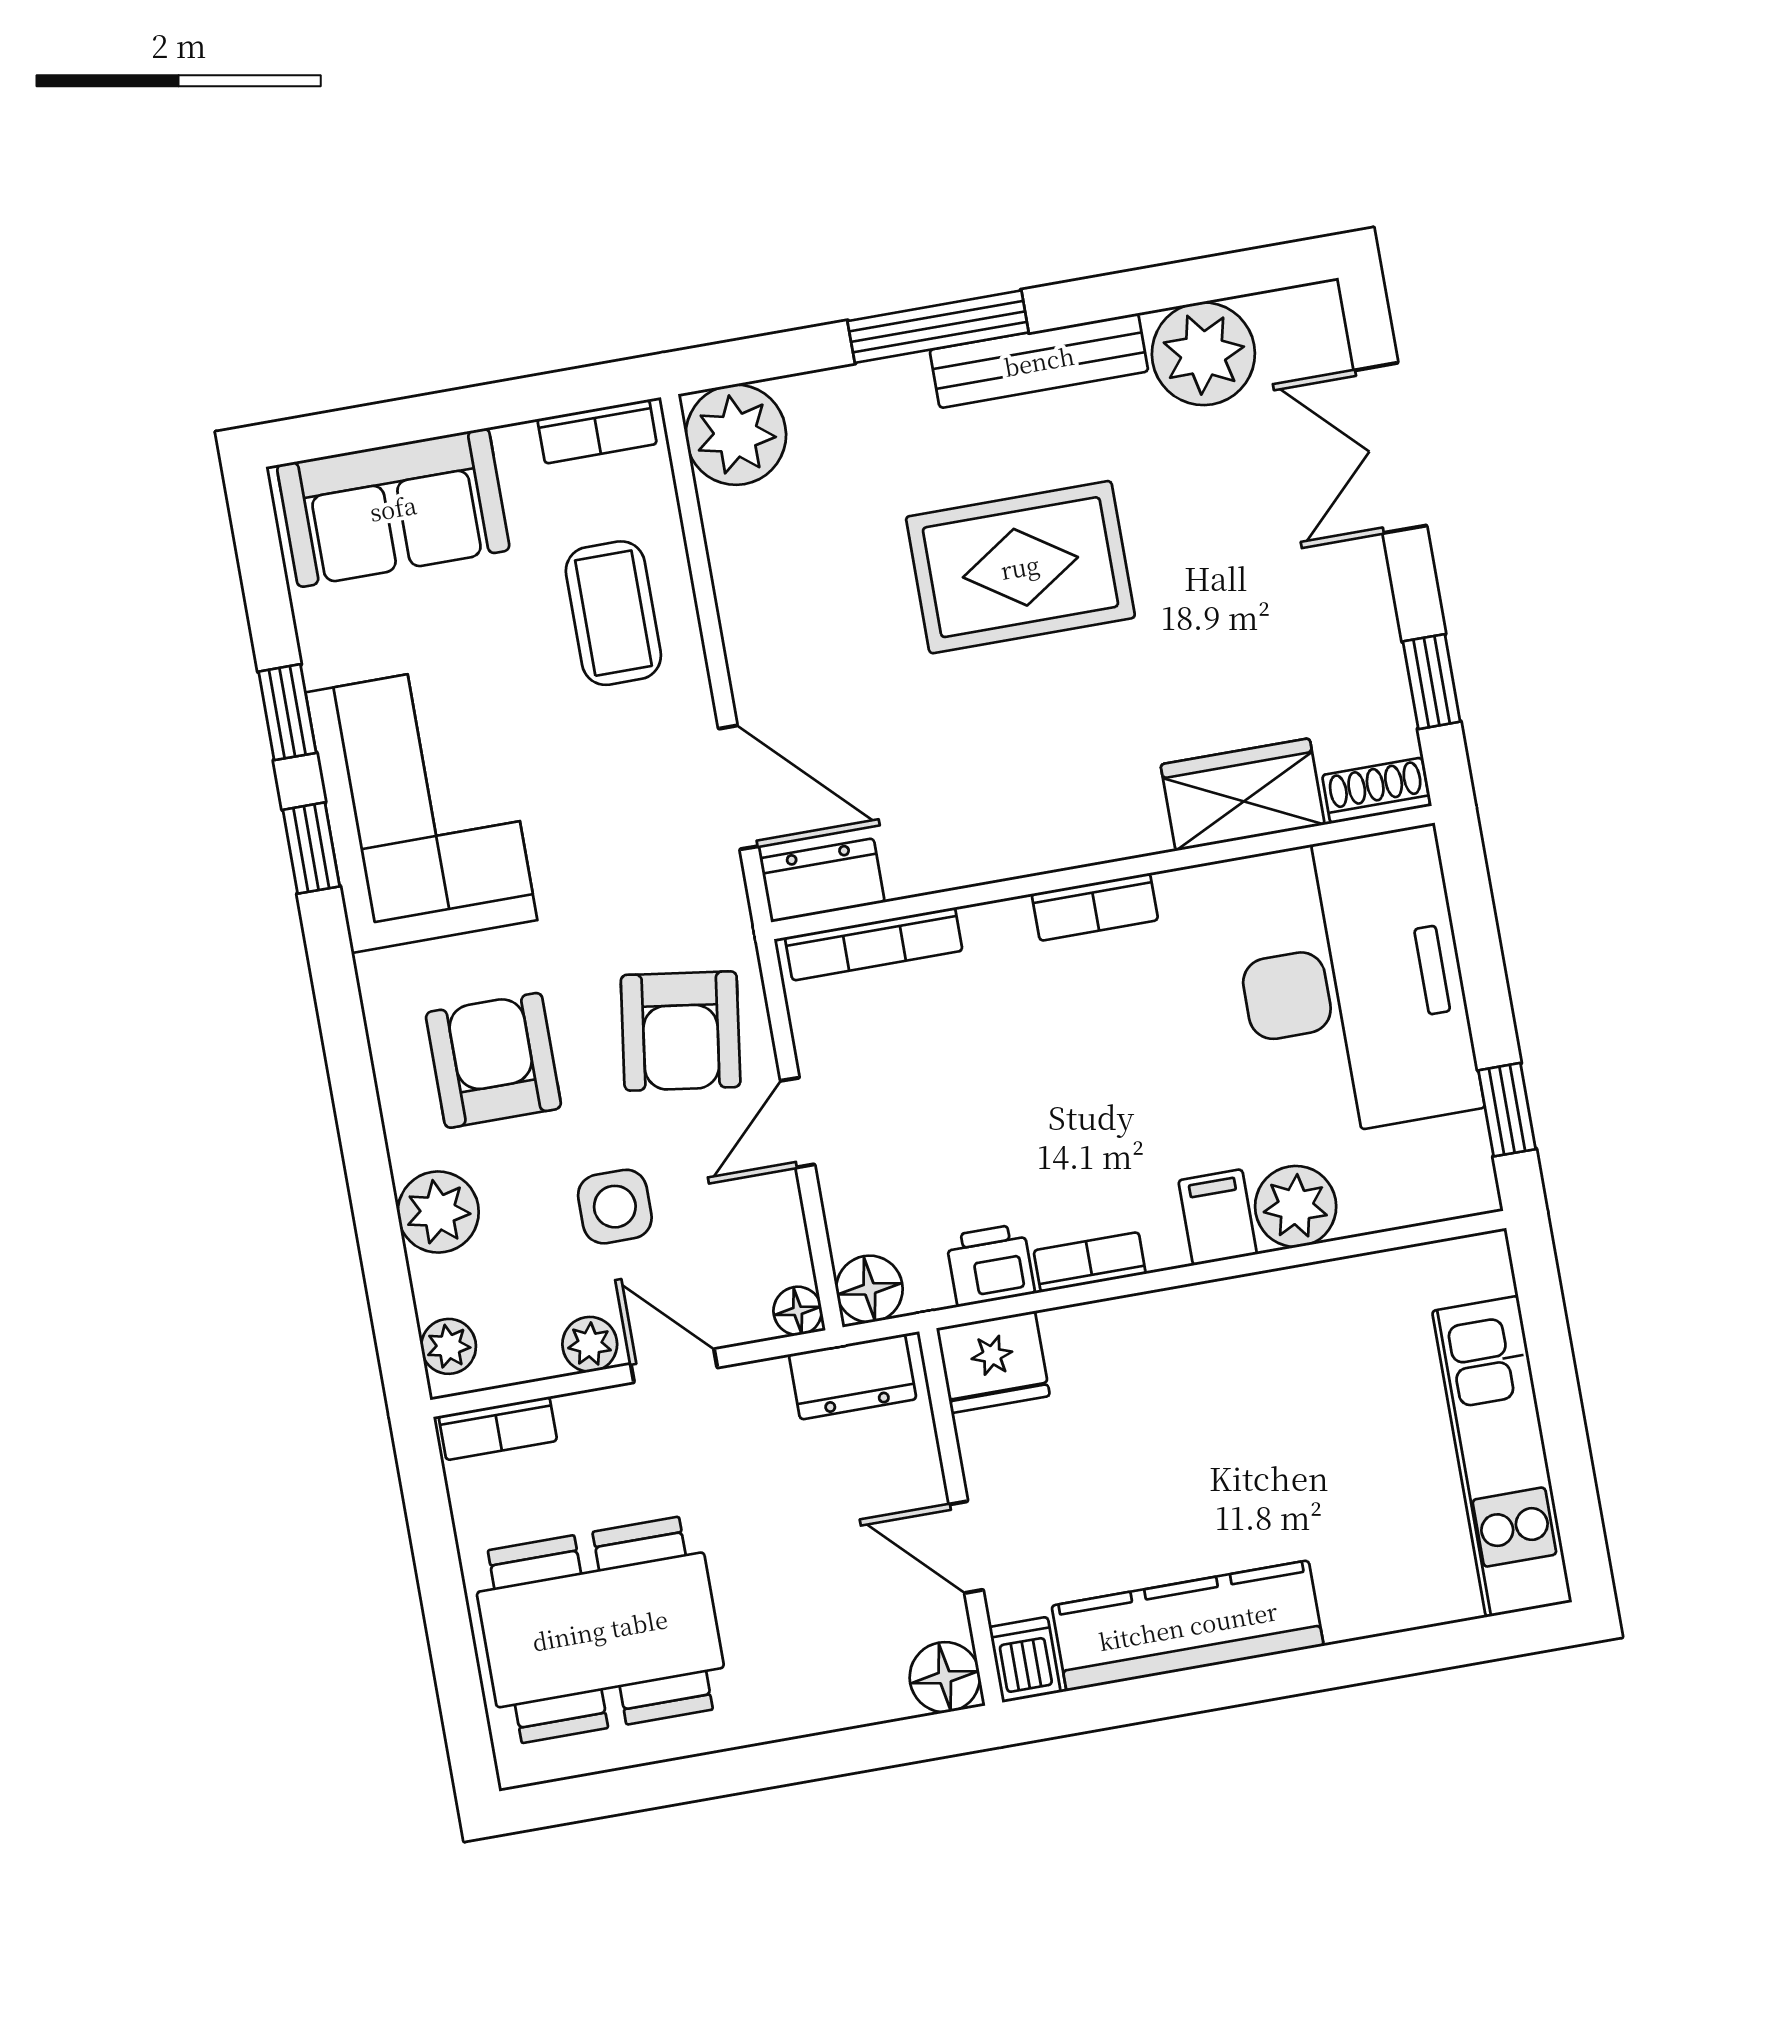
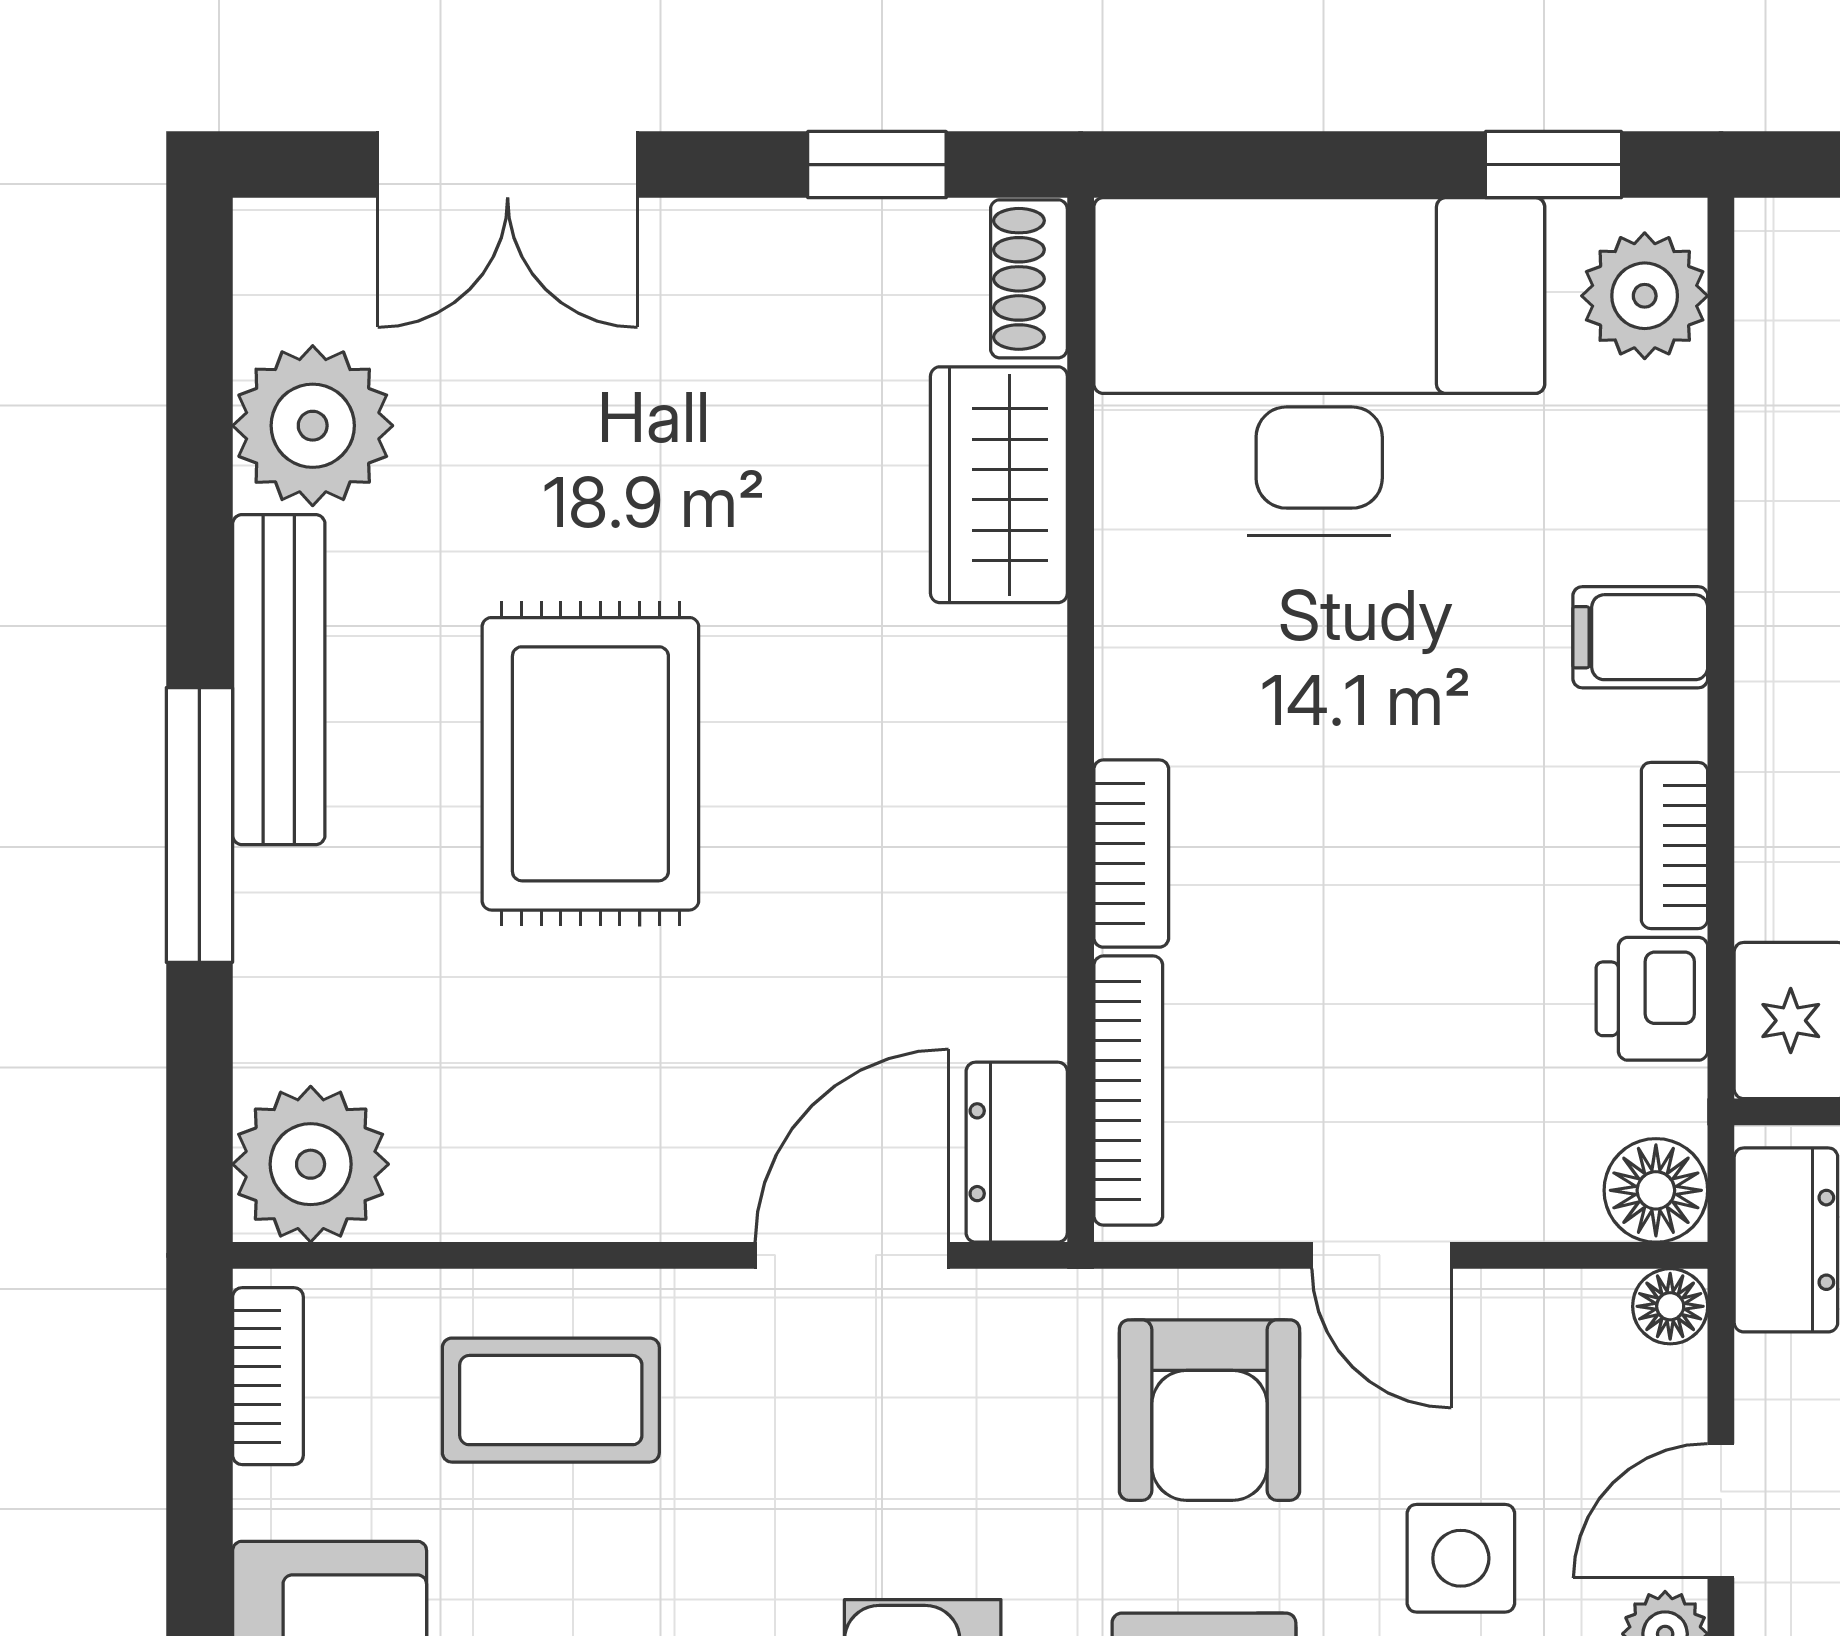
bookcase: (1095, 907) -> (1131, 854), moved
armchair: (681, 1031) -> (1210, 1410), turned 82
plant: (1296, 1206) -> (1645, 296), moved

